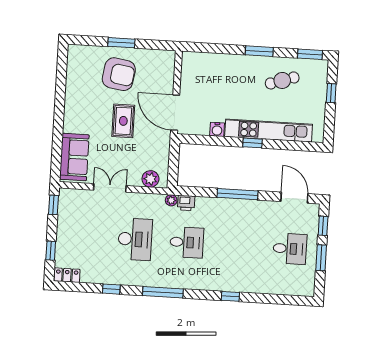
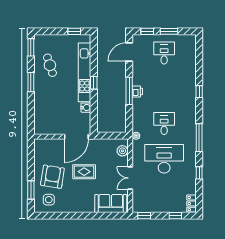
window: (121, 43) -> (31, 190), moved
side table: (86, 67) -> (49, 200), added
window: (331, 93) -> (74, 31), moved
printer: (186, 203) -> (137, 91), moved
desk: (135, 239) -> (164, 159), width x1.36, depth x1.30

